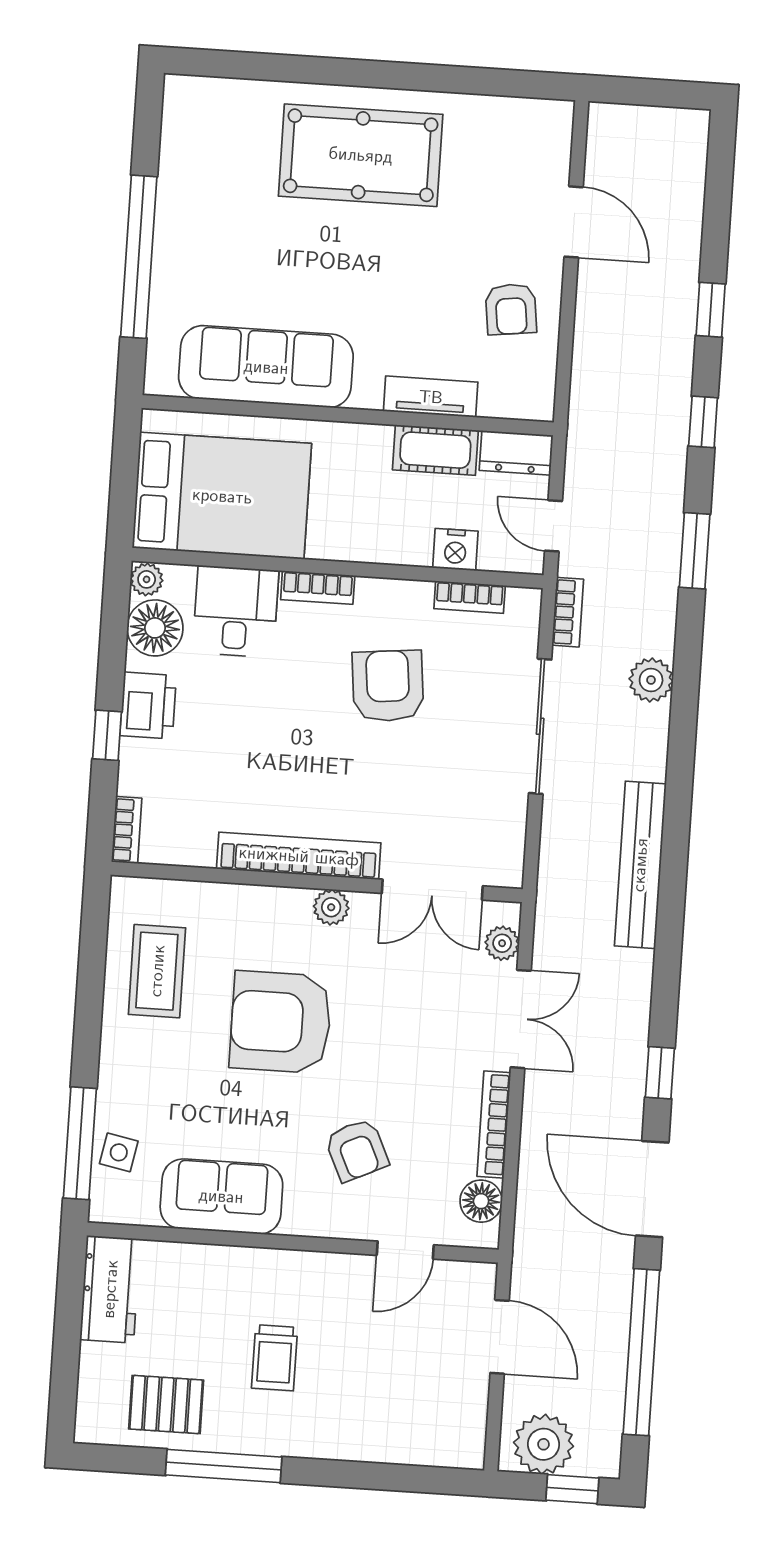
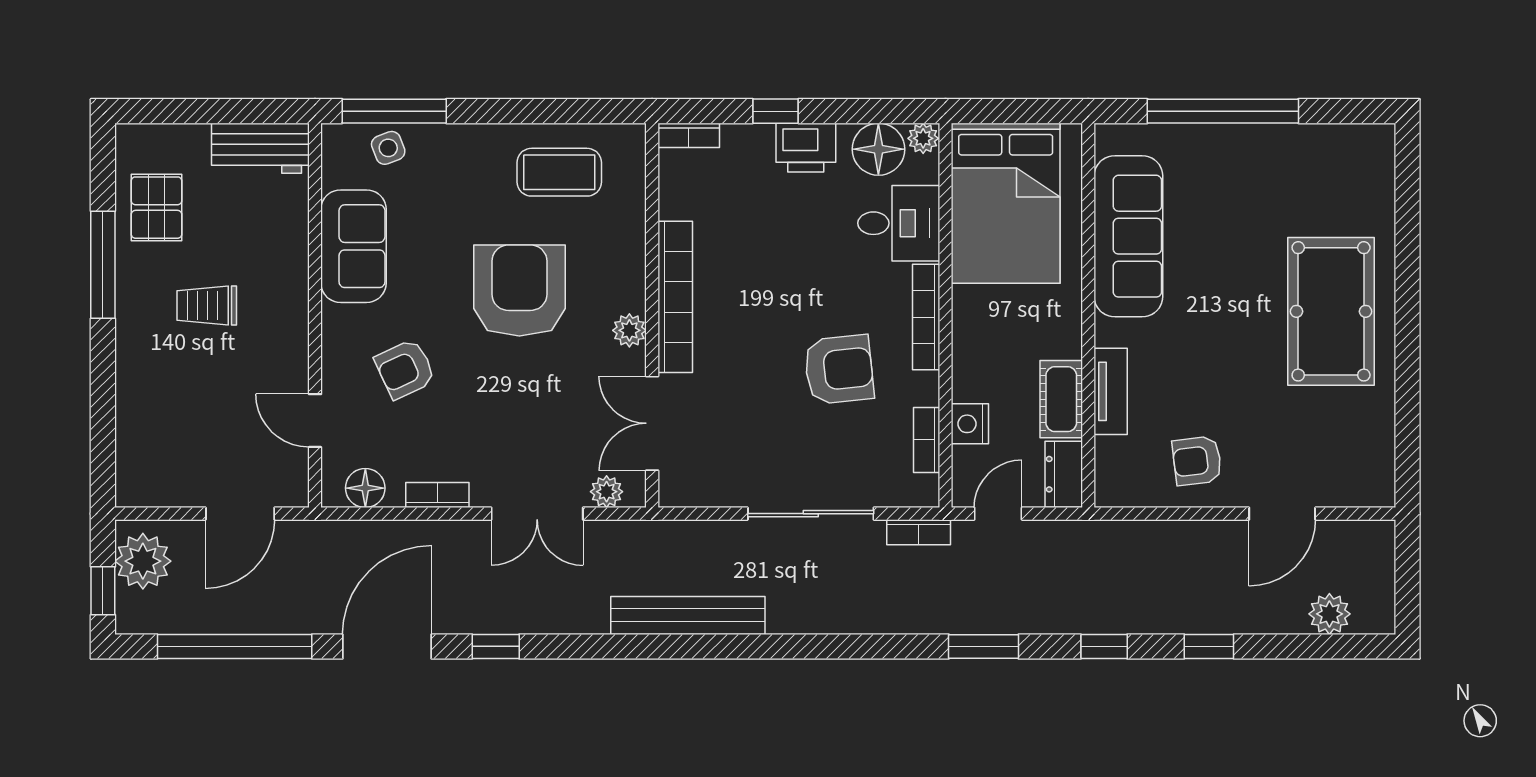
bookcase: (318, 588) -> (926, 317), width x1.56
plant: (651, 680) -> (1329, 614), moved
bookcase: (494, 1124) -> (437, 495), width x0.64
side table: (119, 1152) -> (388, 148), turned -32

